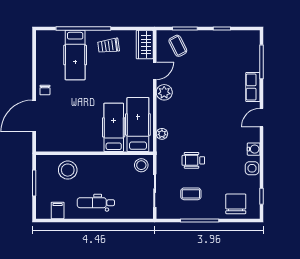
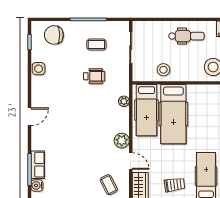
door: (155, 71) -> (131, 161), swing flipped
row of seats: (253, 87) -> (38, 165), moved
hospital bed: (114, 127) -> (173, 114), width x1.37, depth x1.29
water cooler: (254, 149) -> (37, 185), moved
stool: (141, 165) -> (163, 70), moved
chair: (236, 204) -> (54, 35), turned 90

